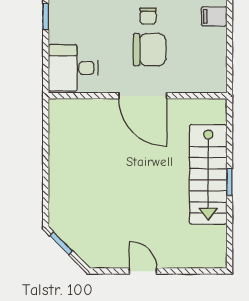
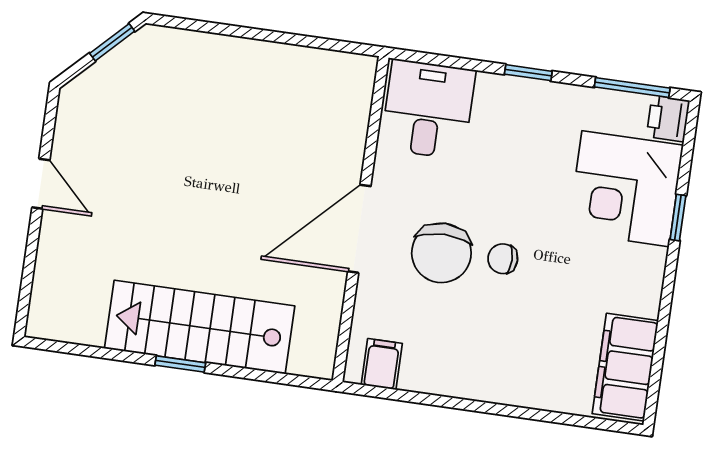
filing cabinet: (214, 16) -> (382, 364), moved
door: (143, 271) -> (41, 184), hinge flipped

